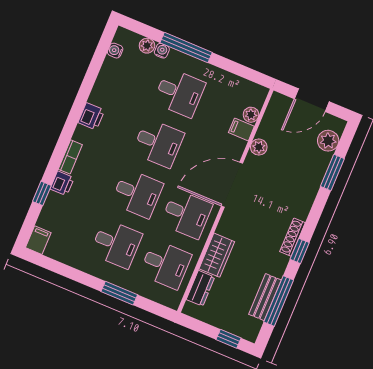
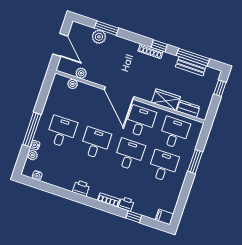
filing cabinet: (241, 129) -> (83, 89), removed
plant: (328, 141) -> (99, 37), moved
plant: (259, 147) -> (81, 73), moved

